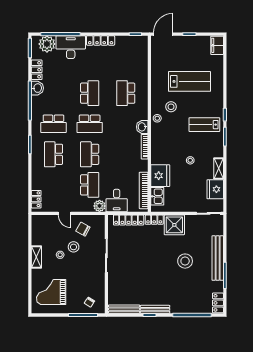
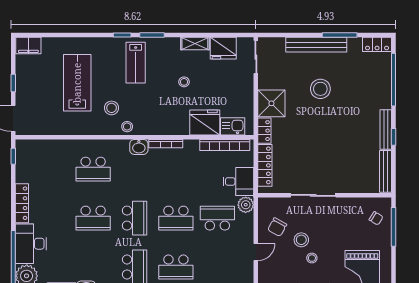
school desk: (90, 93) -> (93, 218), turned 180

